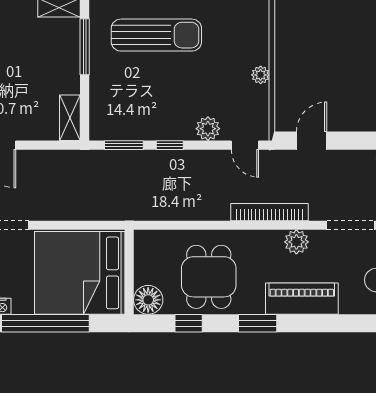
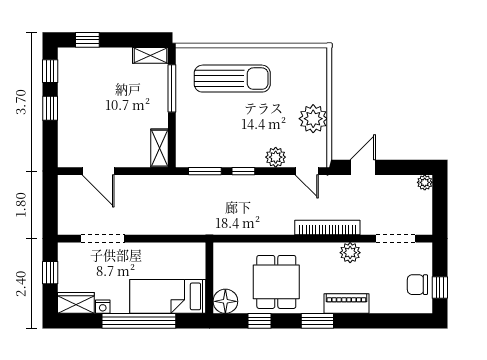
plant: (261, 75) -> (313, 119), width x1.88, depth x1.88
bed: (80, 273) -> (168, 296), width x0.49
piano: (302, 299) -> (346, 304), width x0.73, depth x0.75

